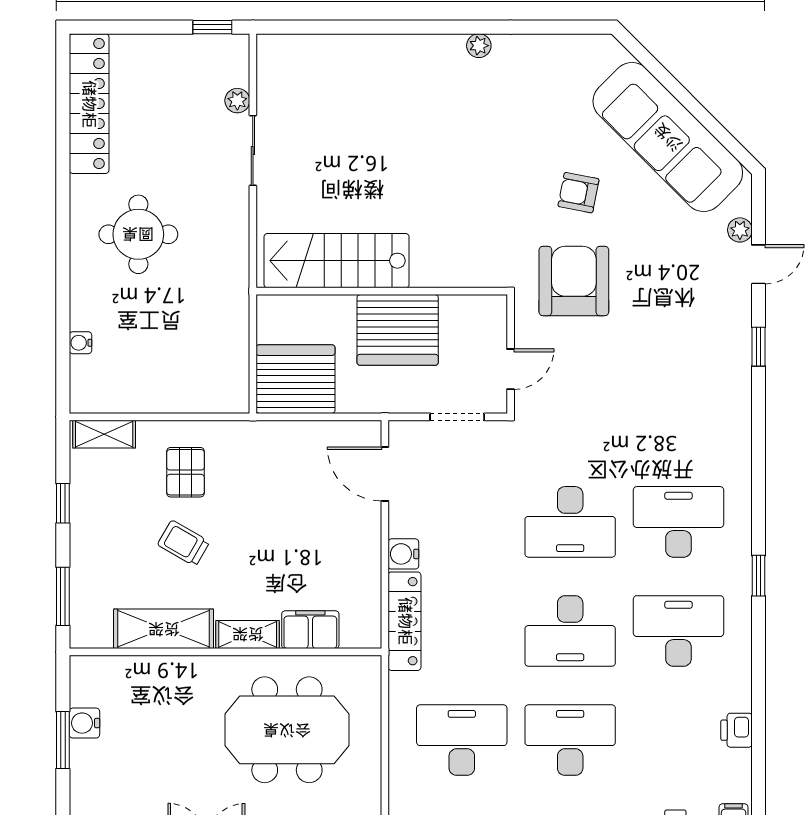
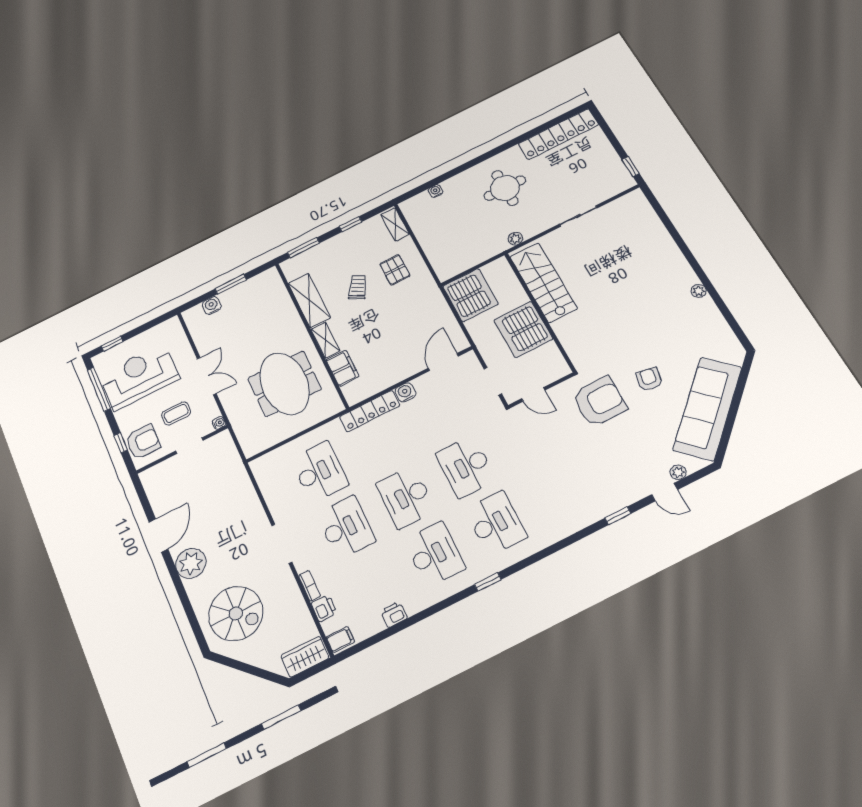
plant: (237, 101) -> (515, 239), moved
pallet: (186, 472) -> (395, 270), turned 90
water cooler: (84, 723) -> (212, 306), moved

